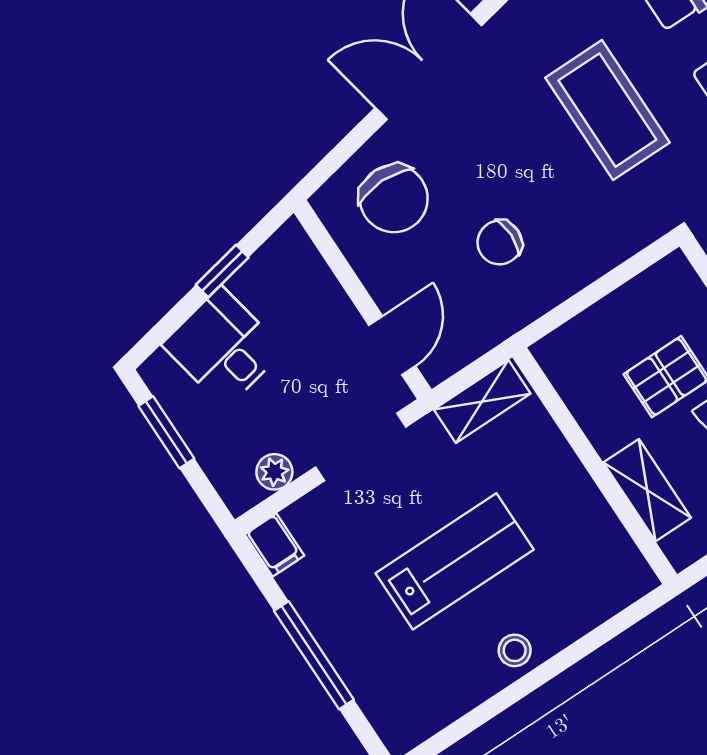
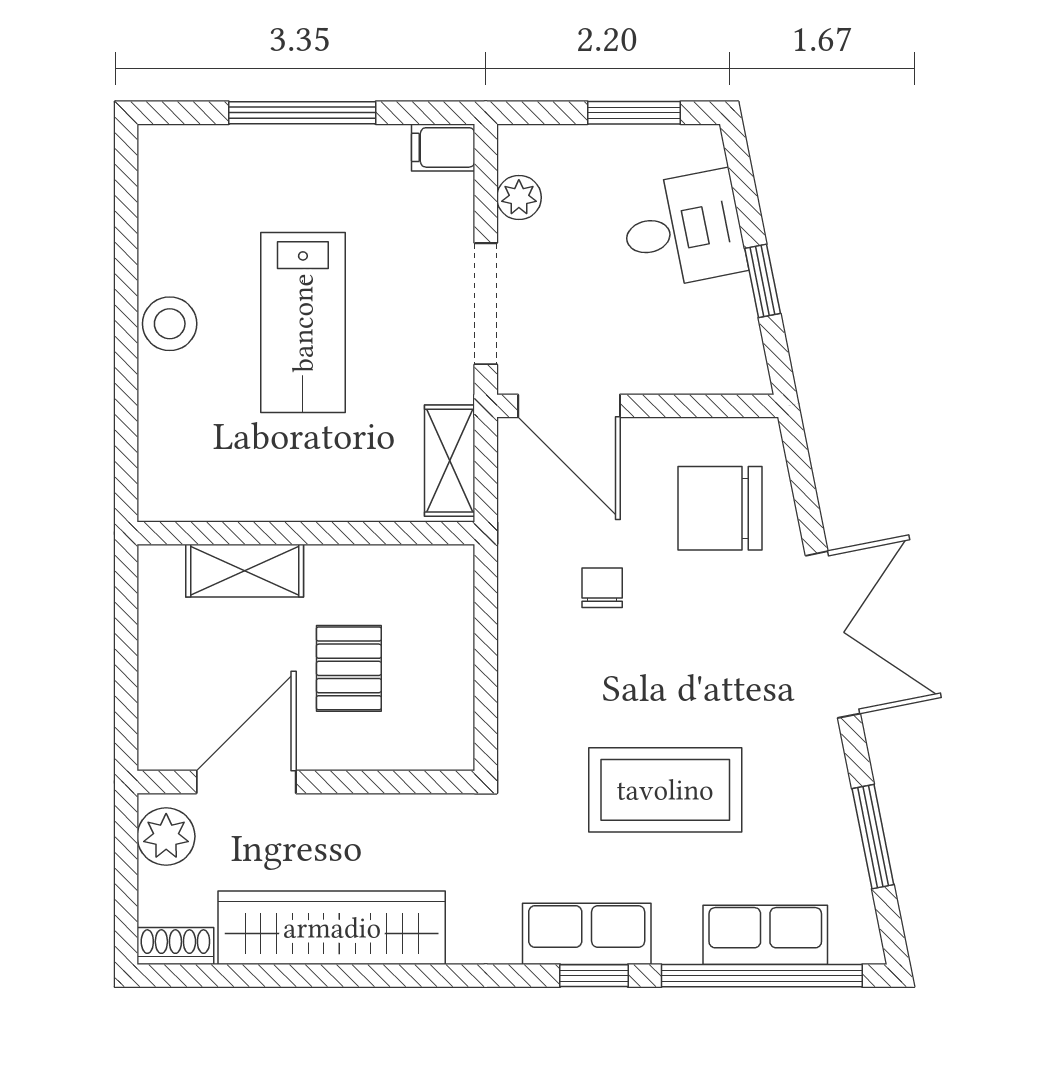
chair: (500, 242) -> (602, 588), width x0.73, depth x0.73
door: (392, 345) -> (569, 406), width x1.38
stool: (515, 650) -> (170, 324), width x1.37, depth x1.37

